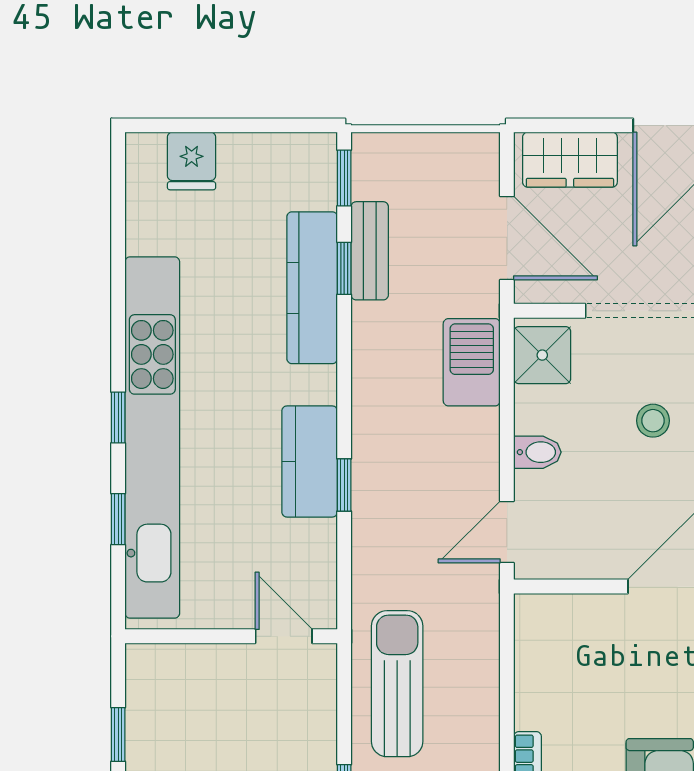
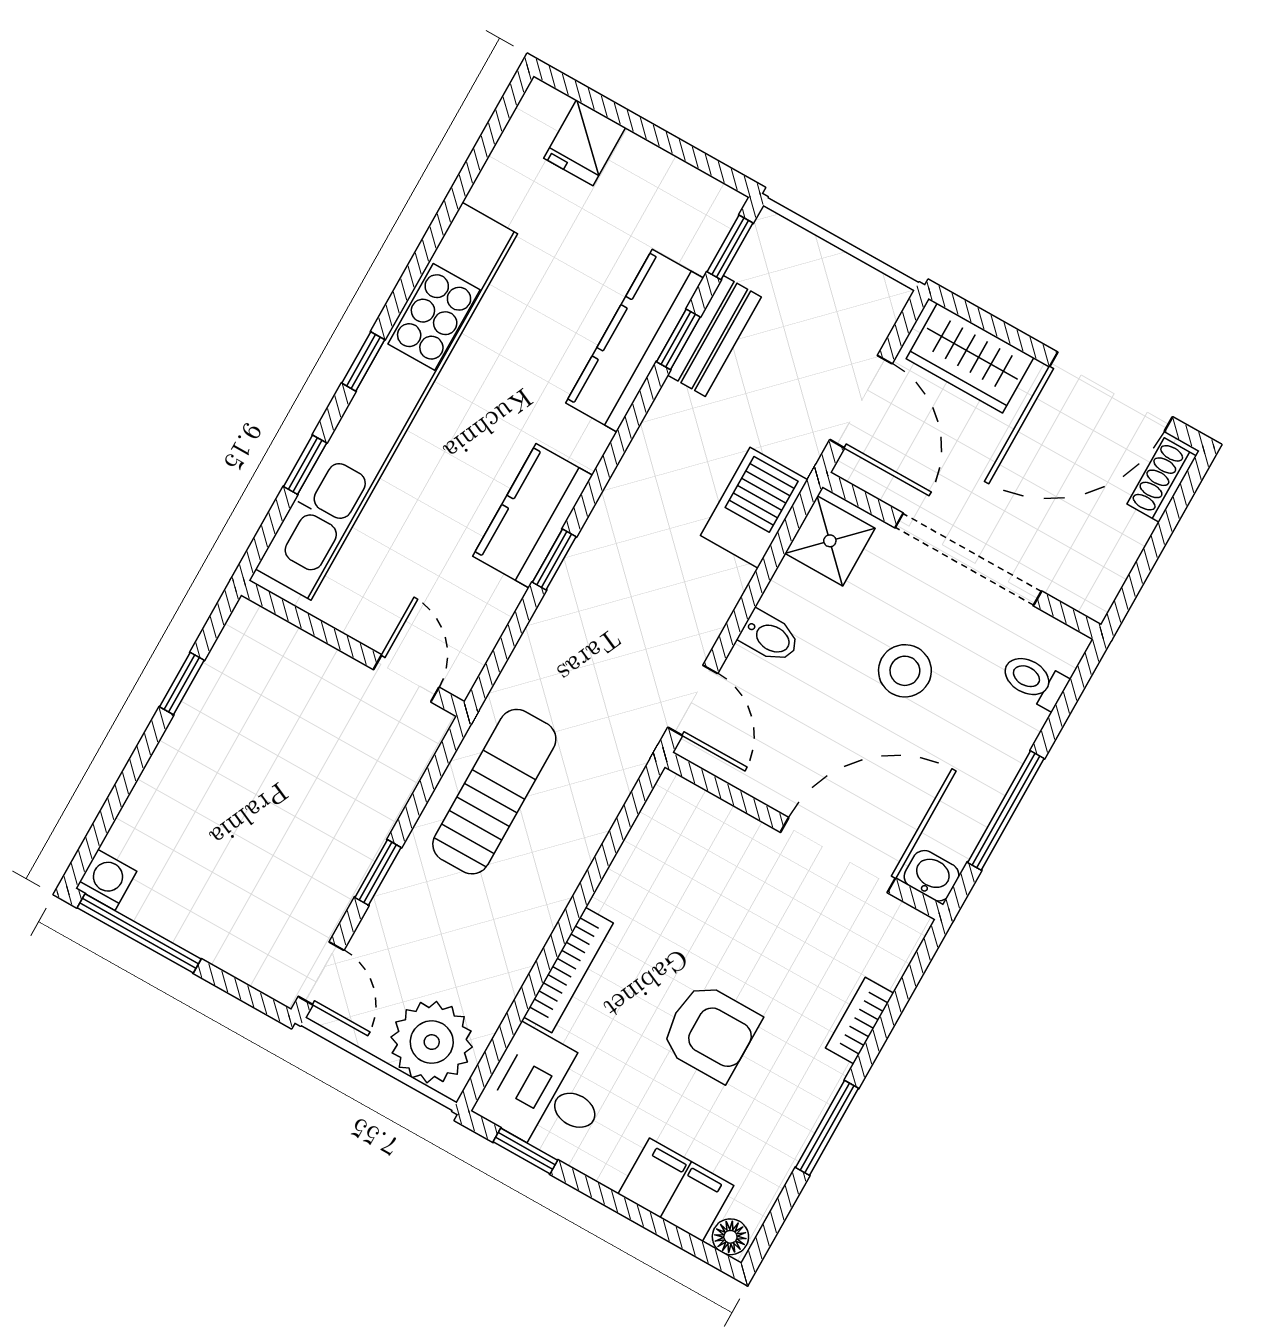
stool: (653, 421) -> (905, 671), width x1.37, depth x1.37
door: (507, 532) -> (693, 700), swing flipped

